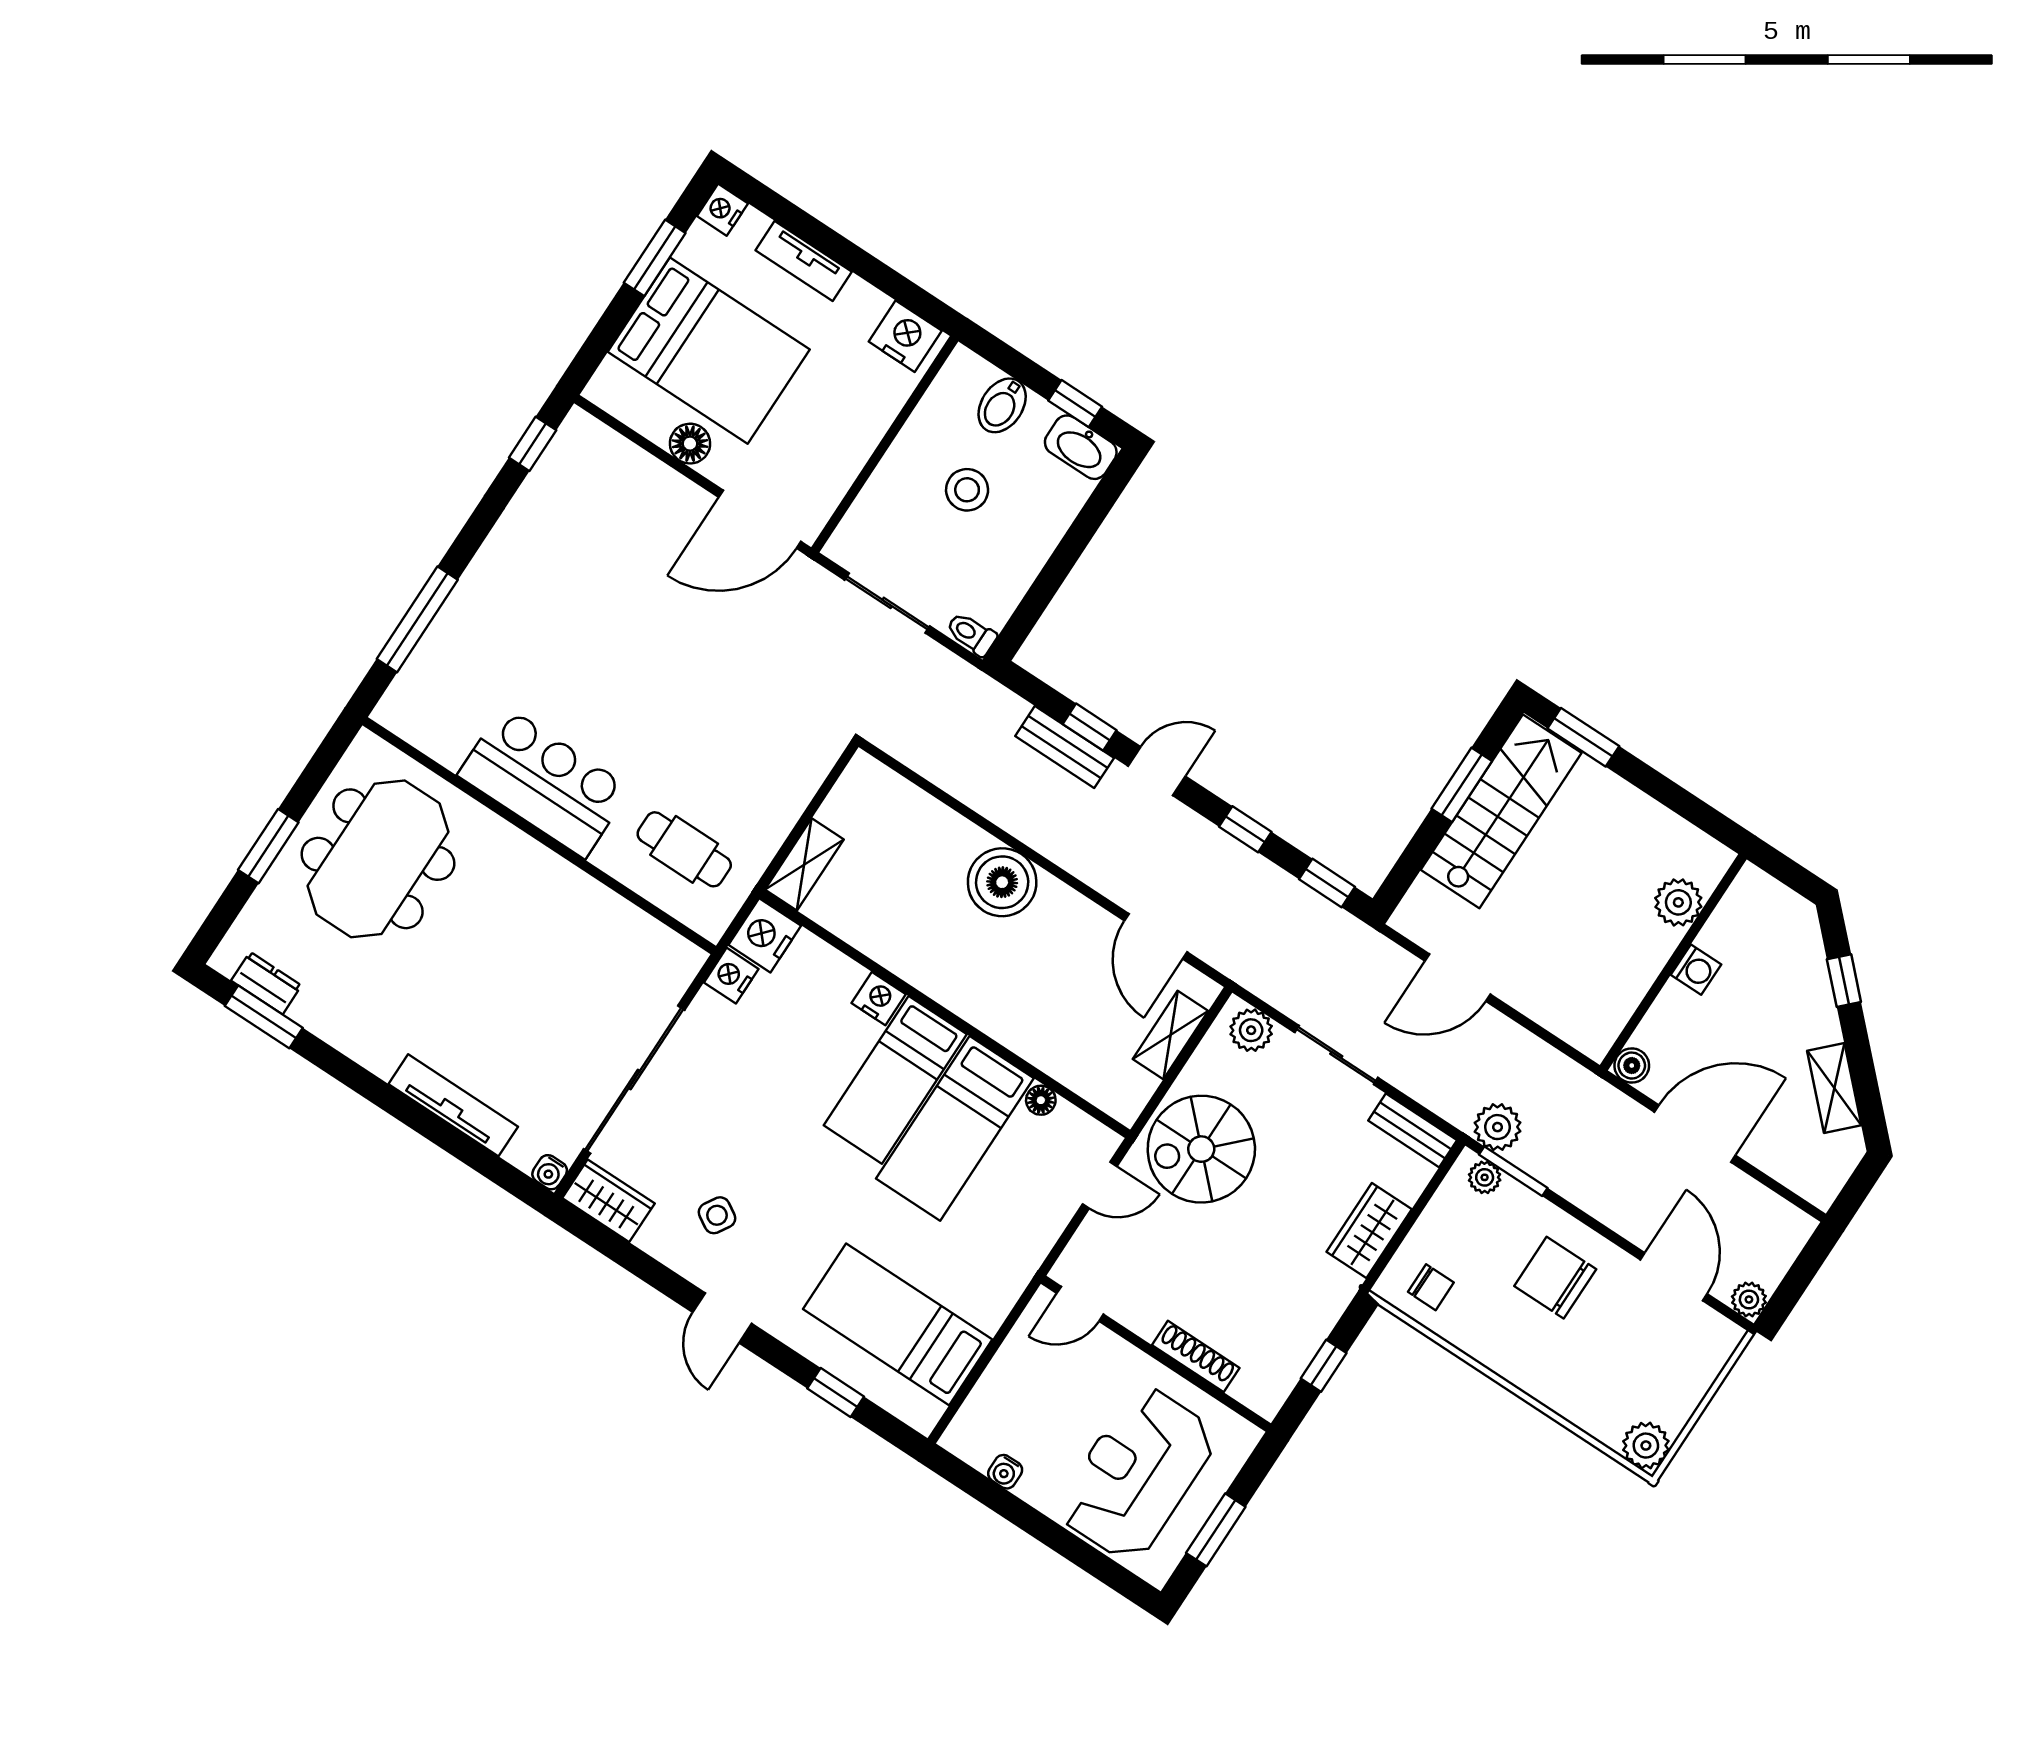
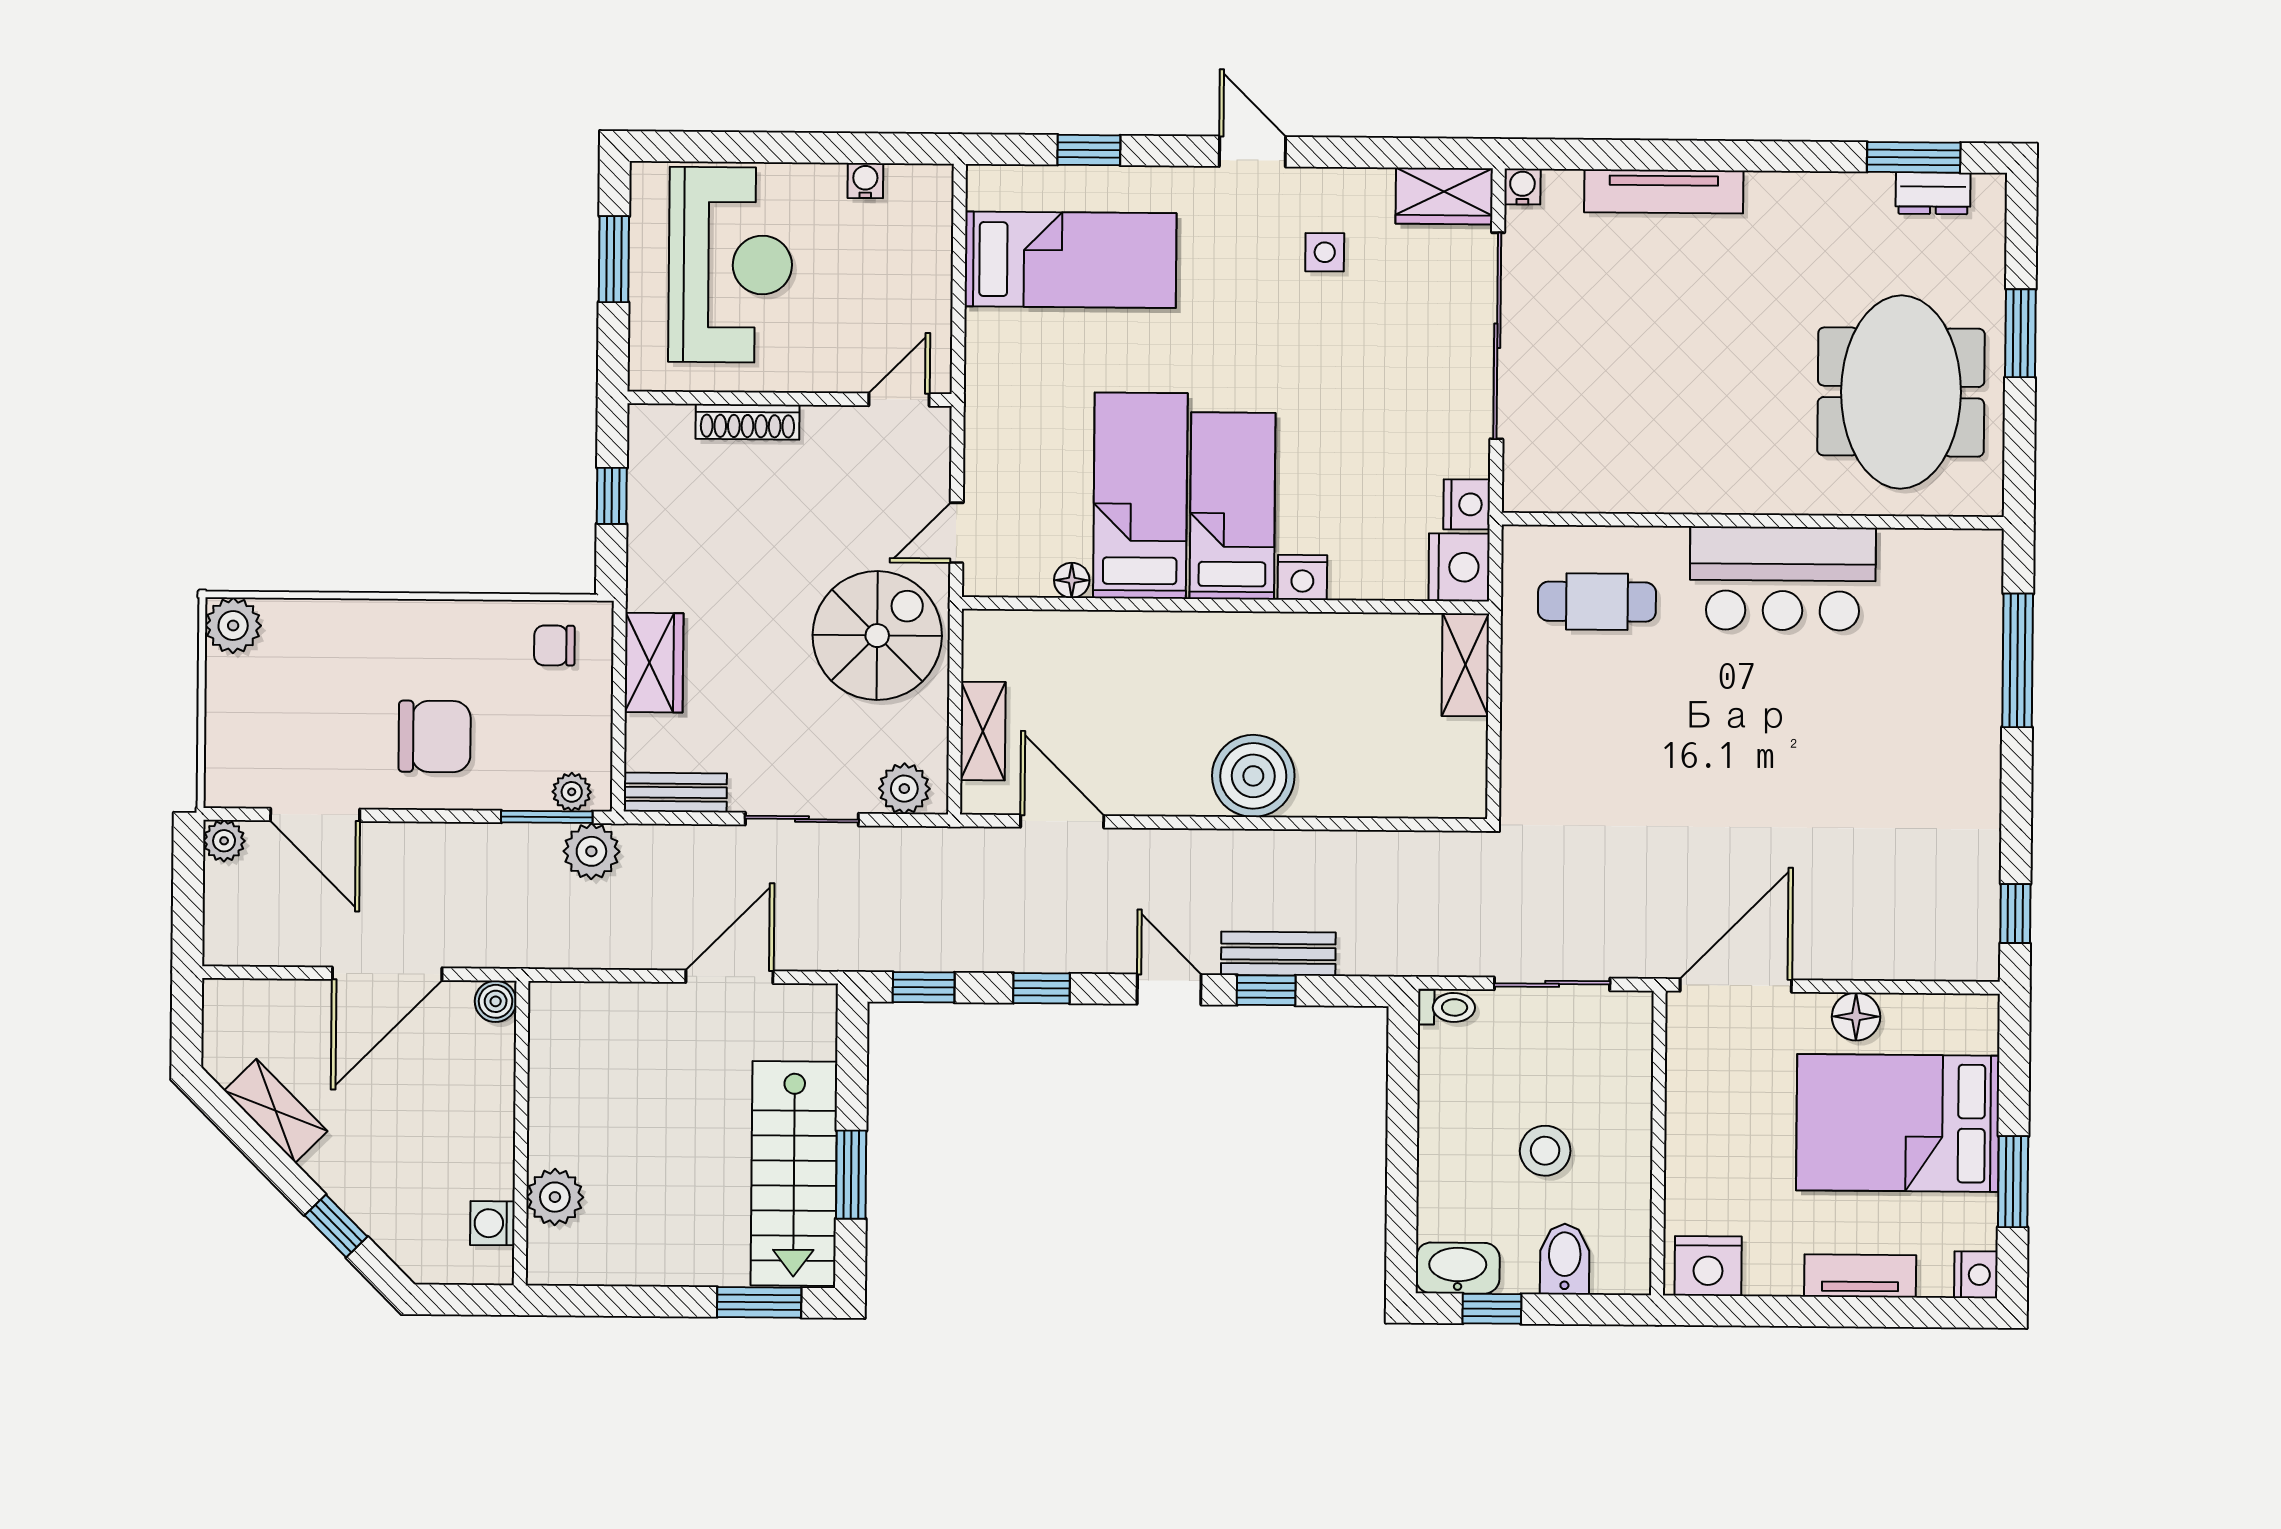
door: (1157, 771) -> (1169, 989), swing flipped
washing machine: (1696, 970) -> (492, 1223), moved
side table: (717, 1215) -> (1325, 252), turned -31

